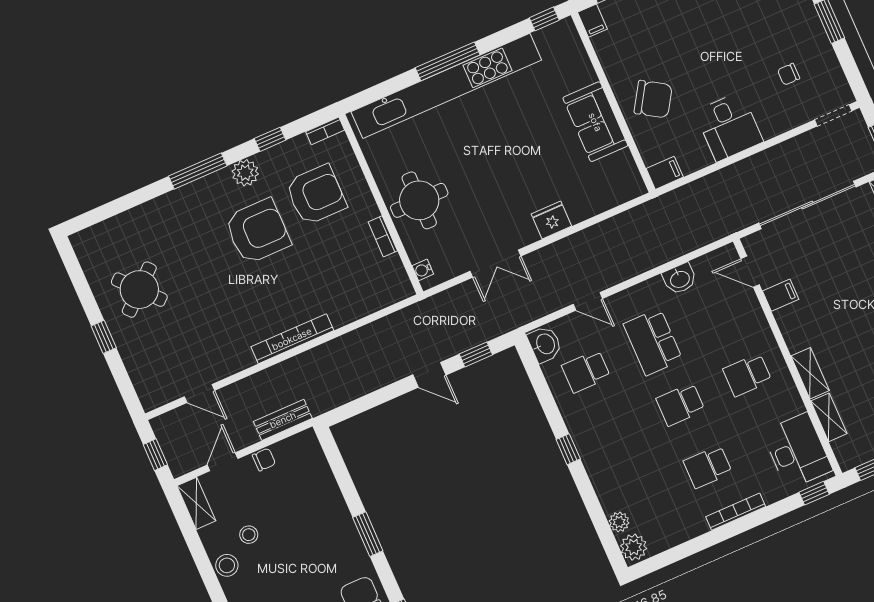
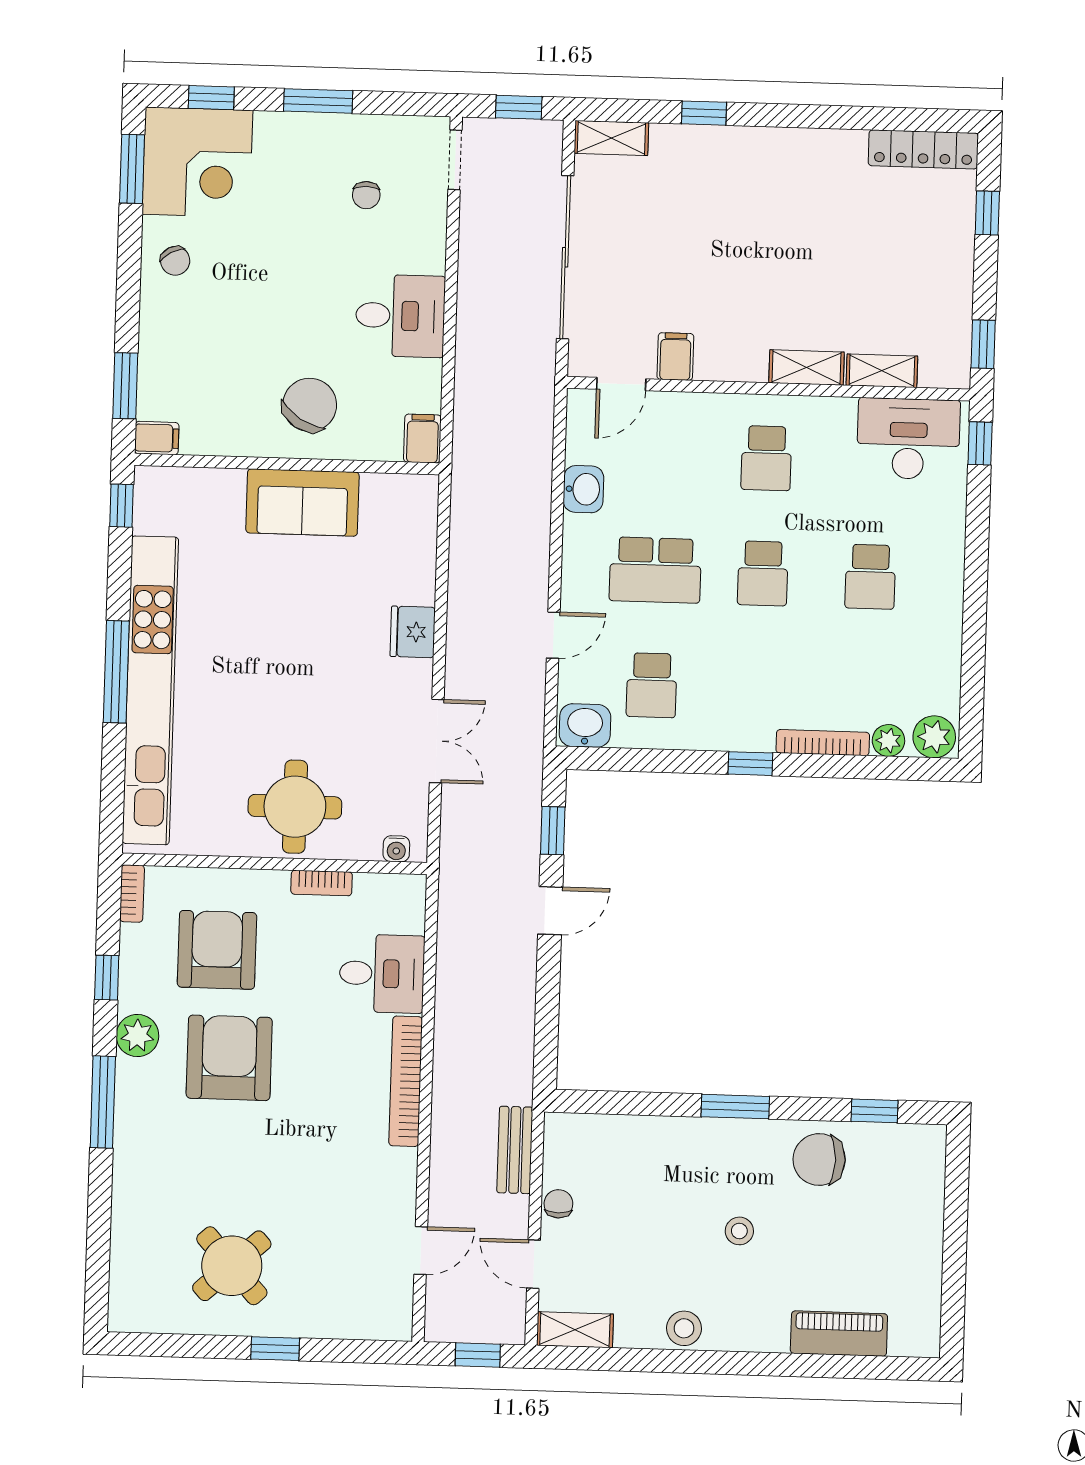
desk: (347, 296) -> (382, 974), added
bookcase: (736, 512) -> (823, 743), moved, turned 90
stool: (249, 535) -> (739, 1231), moved

